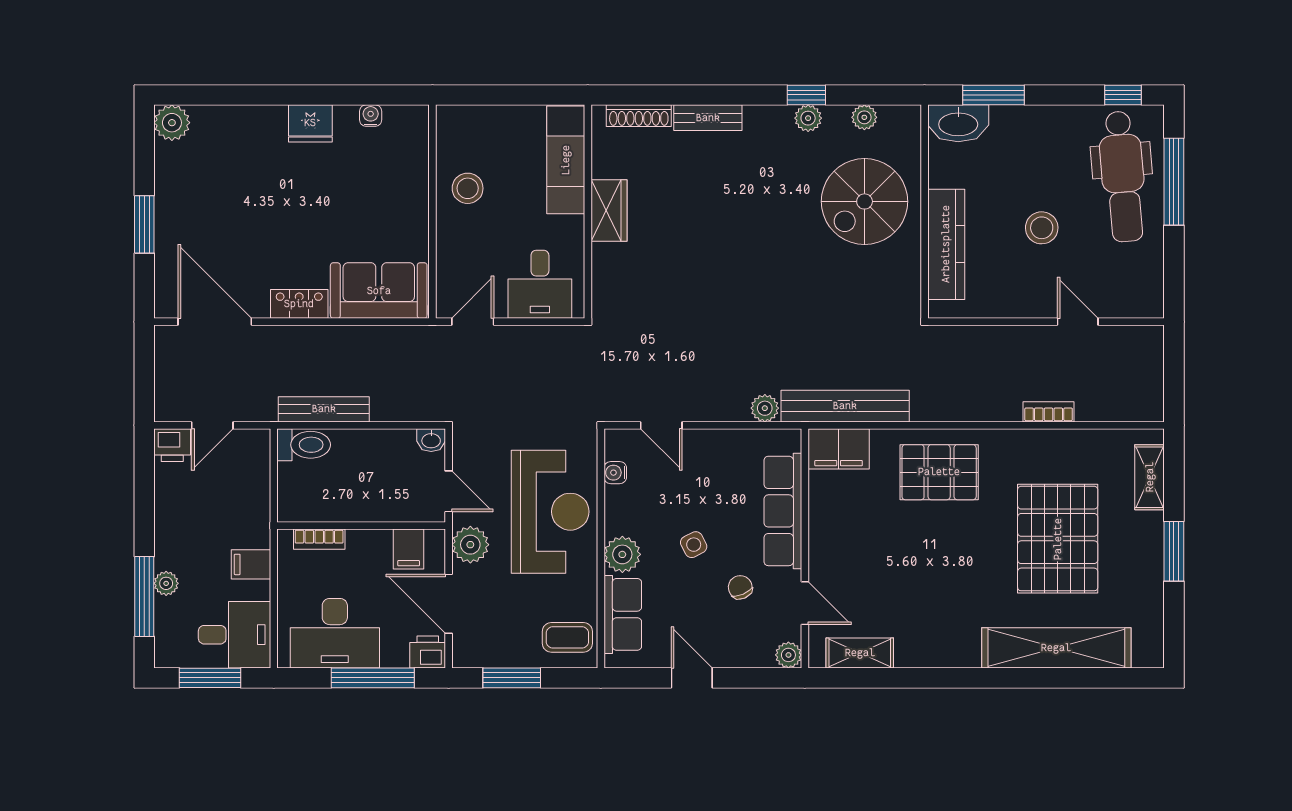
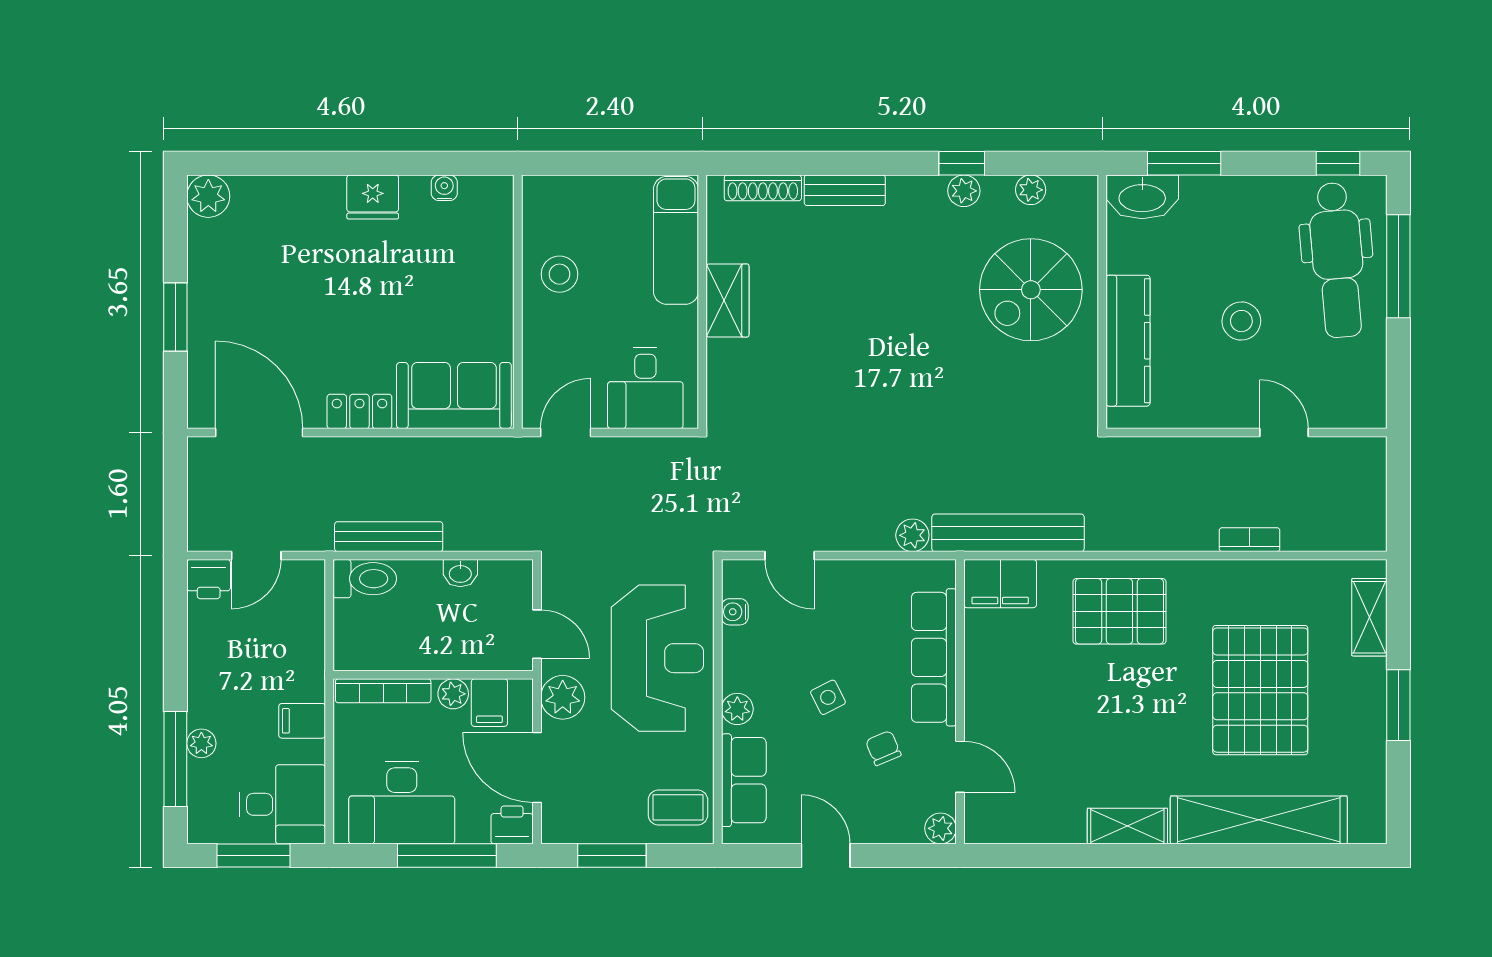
washbasin: (431, 440) -> (460, 573), moved
bookcase: (319, 539) -> (383, 691), width x1.56
plant: (378, 542) -> (453, 694), added
plant: (622, 554) -> (737, 709), width x0.73, depth x0.73
shelving: (860, 653) -> (1127, 826), moved

